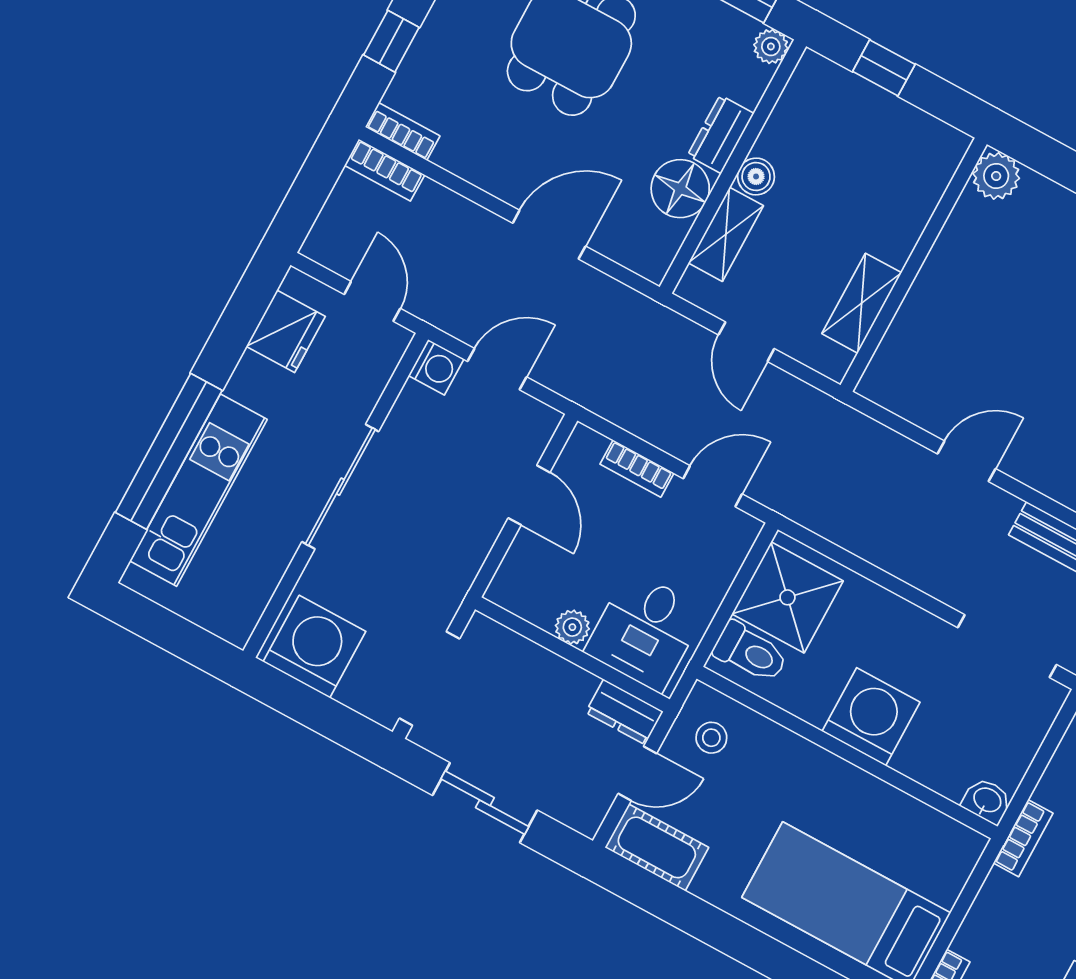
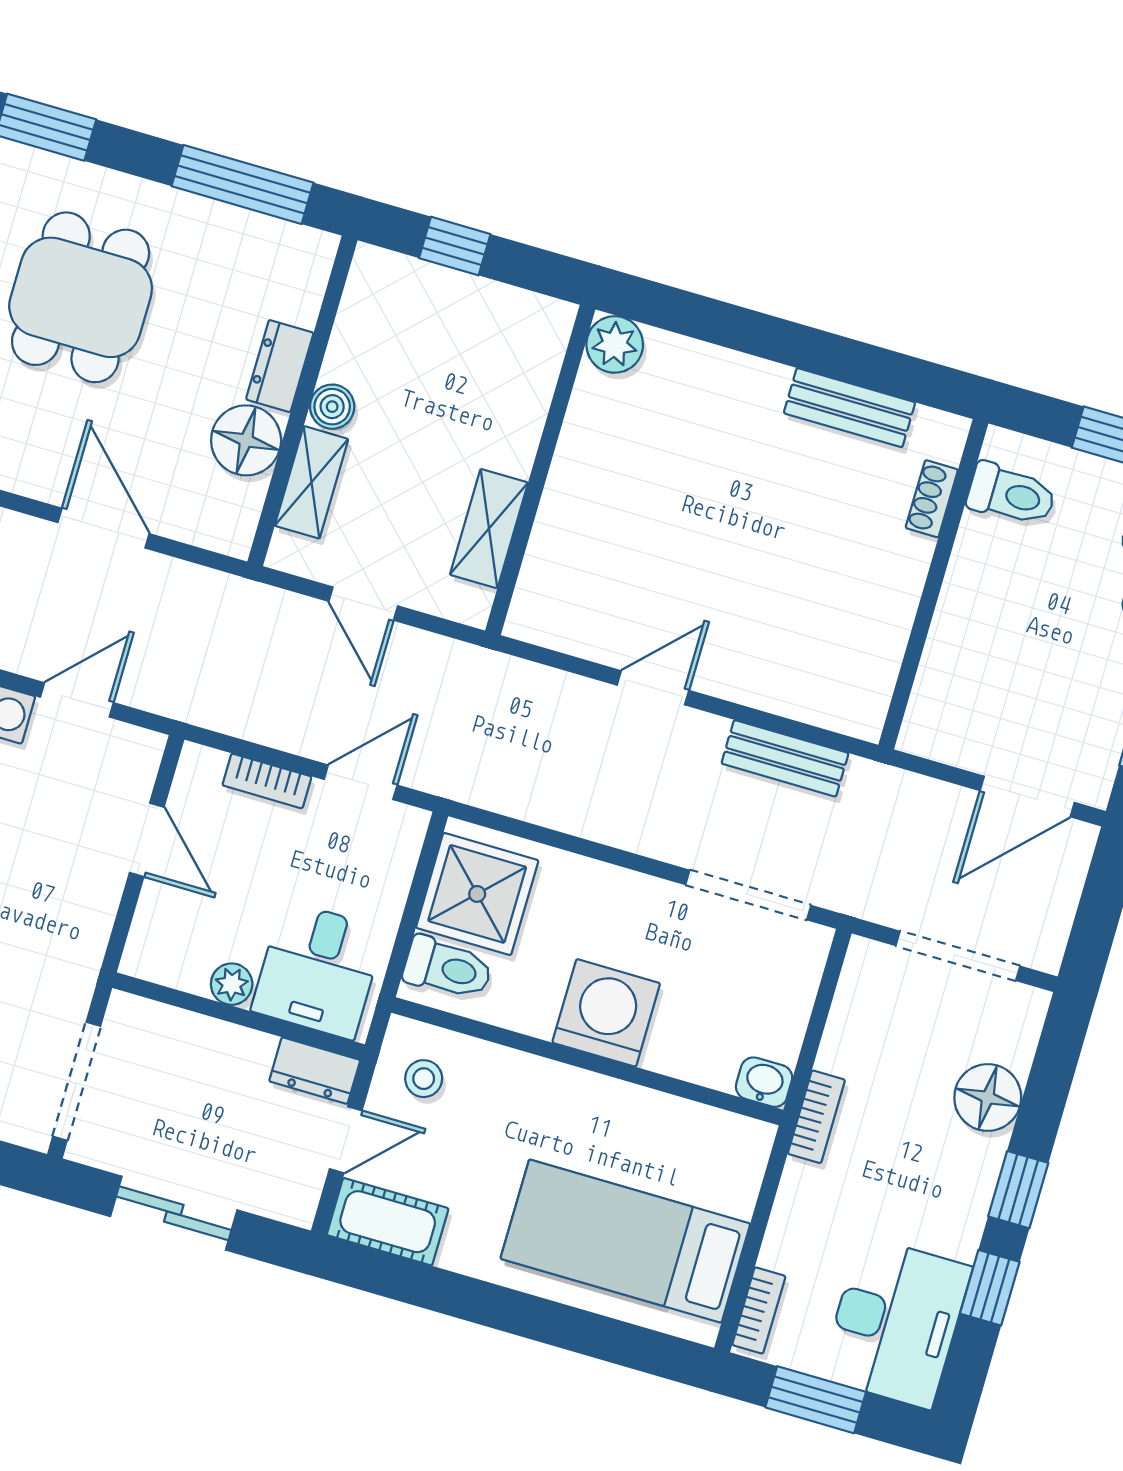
plant: (771, 46) -> (316, 250), removed
door: (549, 235) -> (104, 528), hinge flipped

